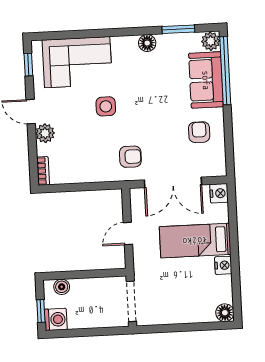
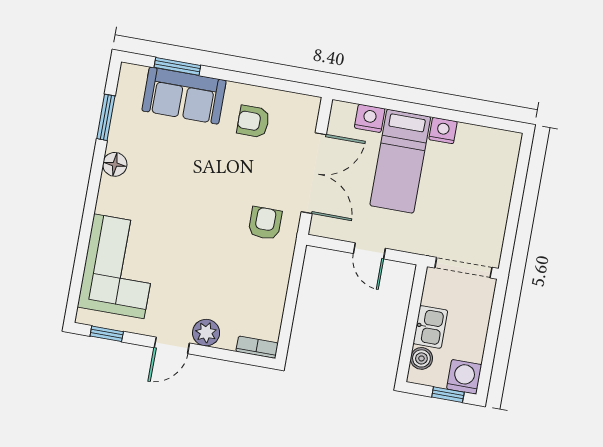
plant: (211, 41) -> (132, 77), removed
window: (225, 71) -> (177, 66), width x0.47
side table: (106, 106) -> (188, 241), removed
nightstand: (219, 193) -> (370, 118), moved
kitchen sink: (85, 288) -> (430, 327), added
floor lamp: (225, 313) -> (508, 143), removed

